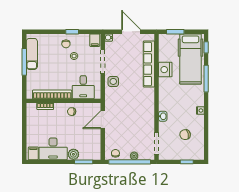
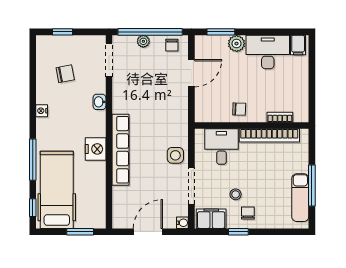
door: (131, 32) -> (148, 232), swing flipped
filing cabinet: (95, 40) -> (211, 219), width x2.00
row of seats: (149, 64) -> (121, 150), moved
nightstand: (165, 70) -> (96, 149), moved
door: (103, 120) -> (191, 73), moved

